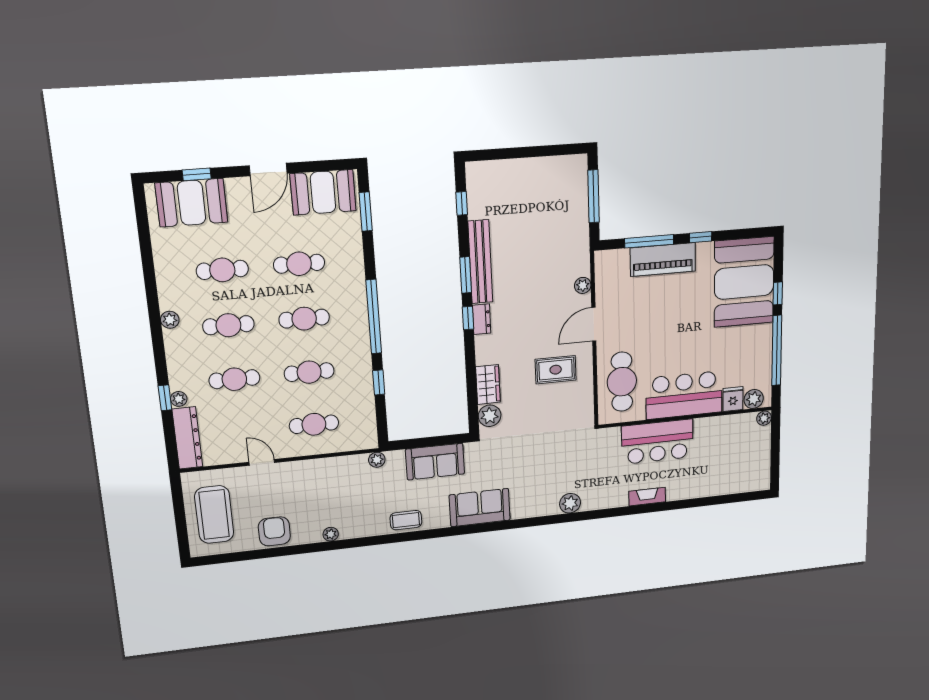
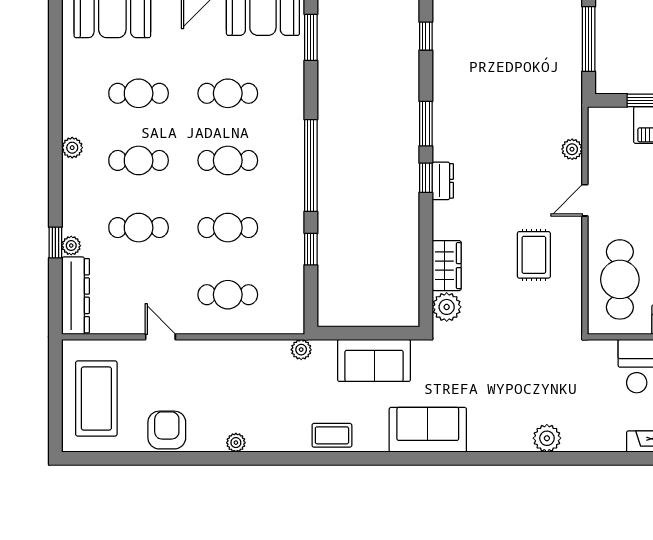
bench: (480, 262) -> (445, 109), removed
door: (594, 324) -> (585, 200), width x0.73
rug: (556, 370) -> (534, 255), turned 90

